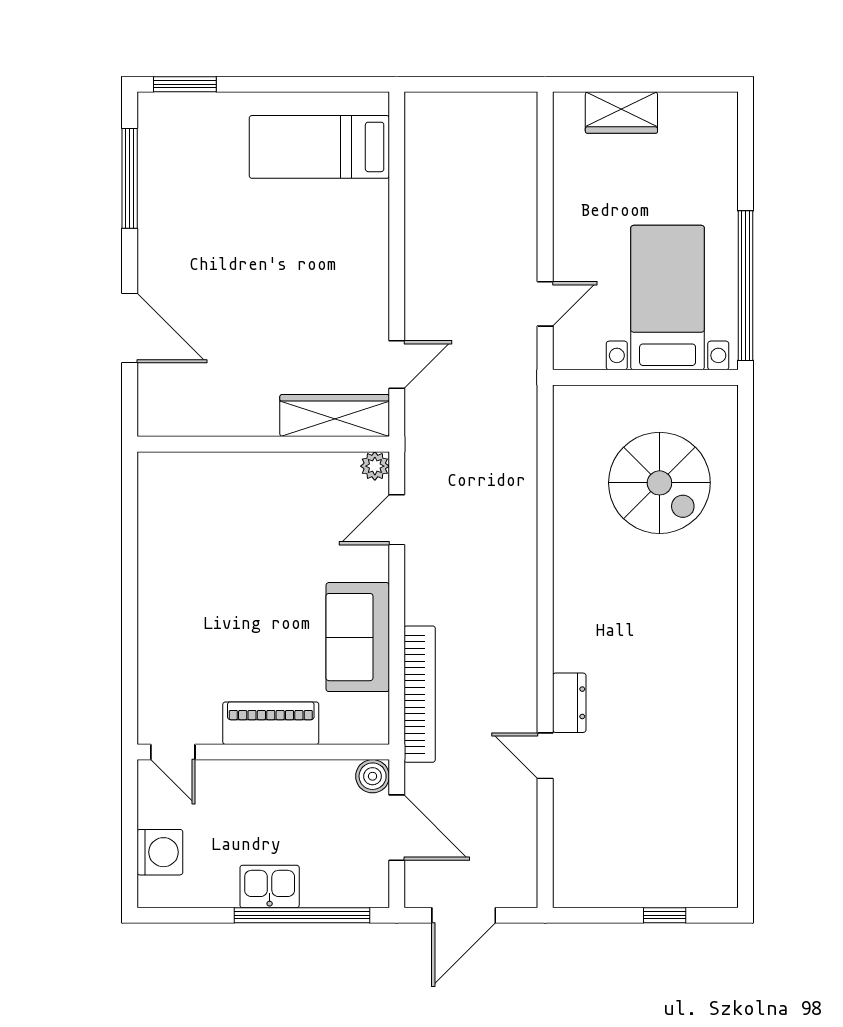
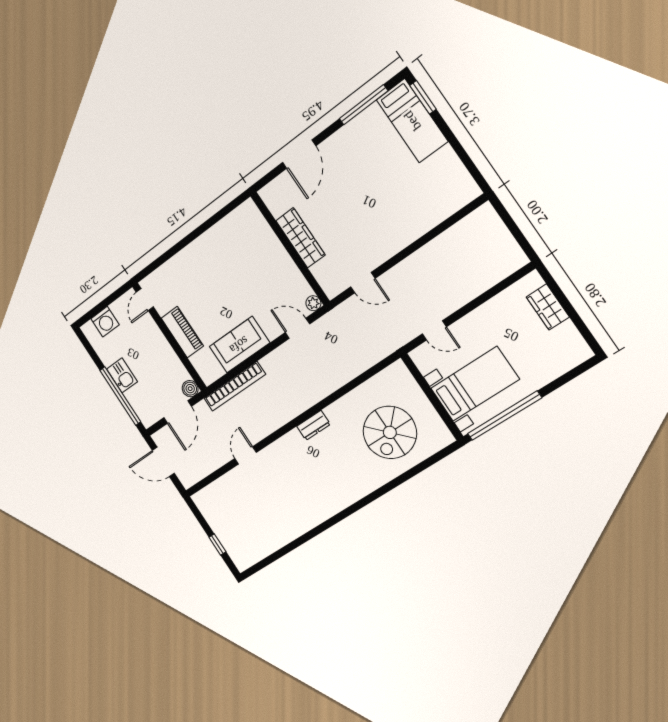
bed: (319, 147) -> (412, 121), moved, turned 180
wardrobe: (335, 416) -> (300, 238), moved
dresser: (569, 703) -> (314, 425), moved

